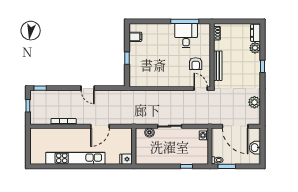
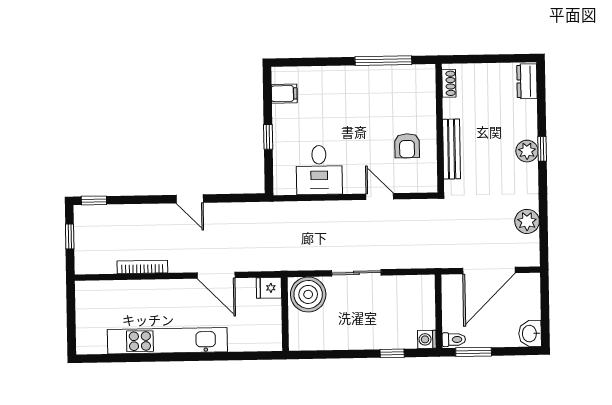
desk: (186, 36) -> (319, 170), moved, turned 180
plant: (255, 48) -> (527, 151), moved
door: (201, 89) -> (380, 197), moved
door: (100, 126) -> (216, 275), hinge flipped
door: (235, 126) -> (489, 270), hinge flipped
boiler: (149, 132) -> (308, 294), width x1.86, depth x1.86
washing machine: (204, 135) -> (427, 339), moved
washbasin: (255, 148) -> (530, 334), moved
fridge: (126, 159) -> (269, 288), moved

